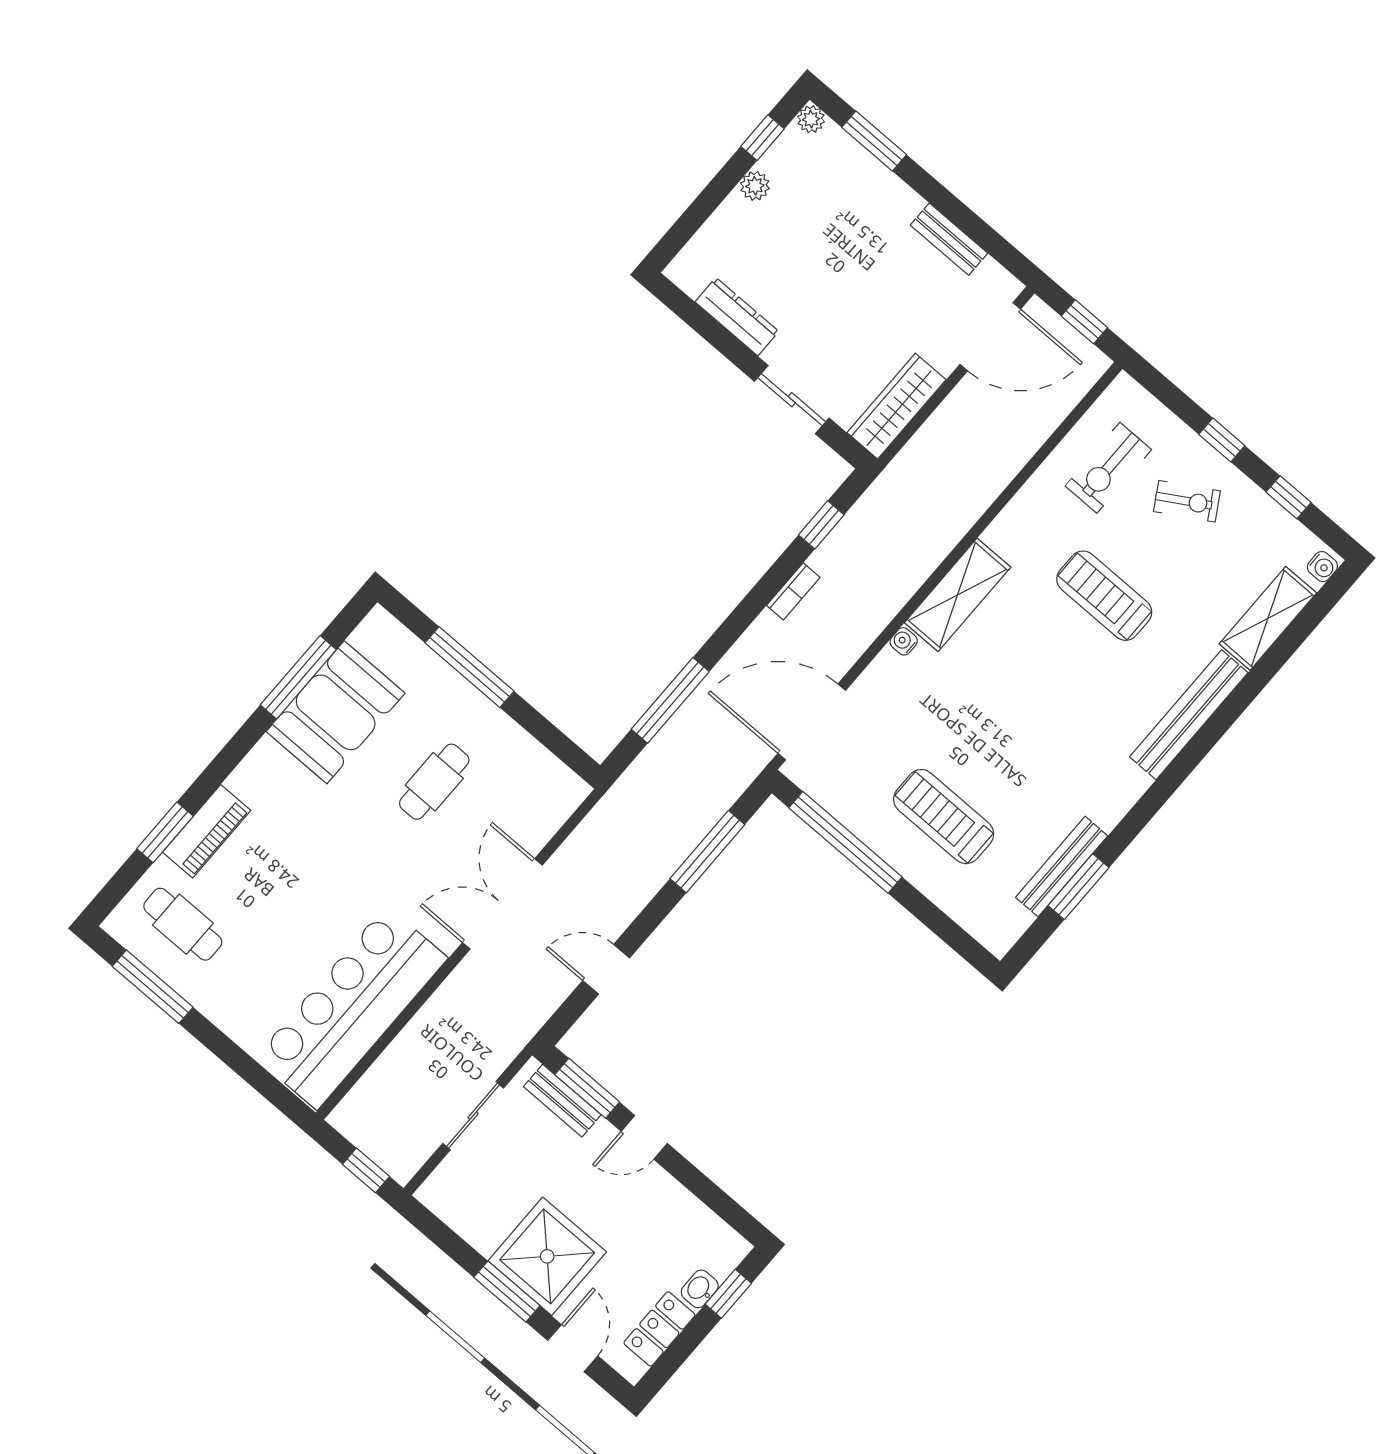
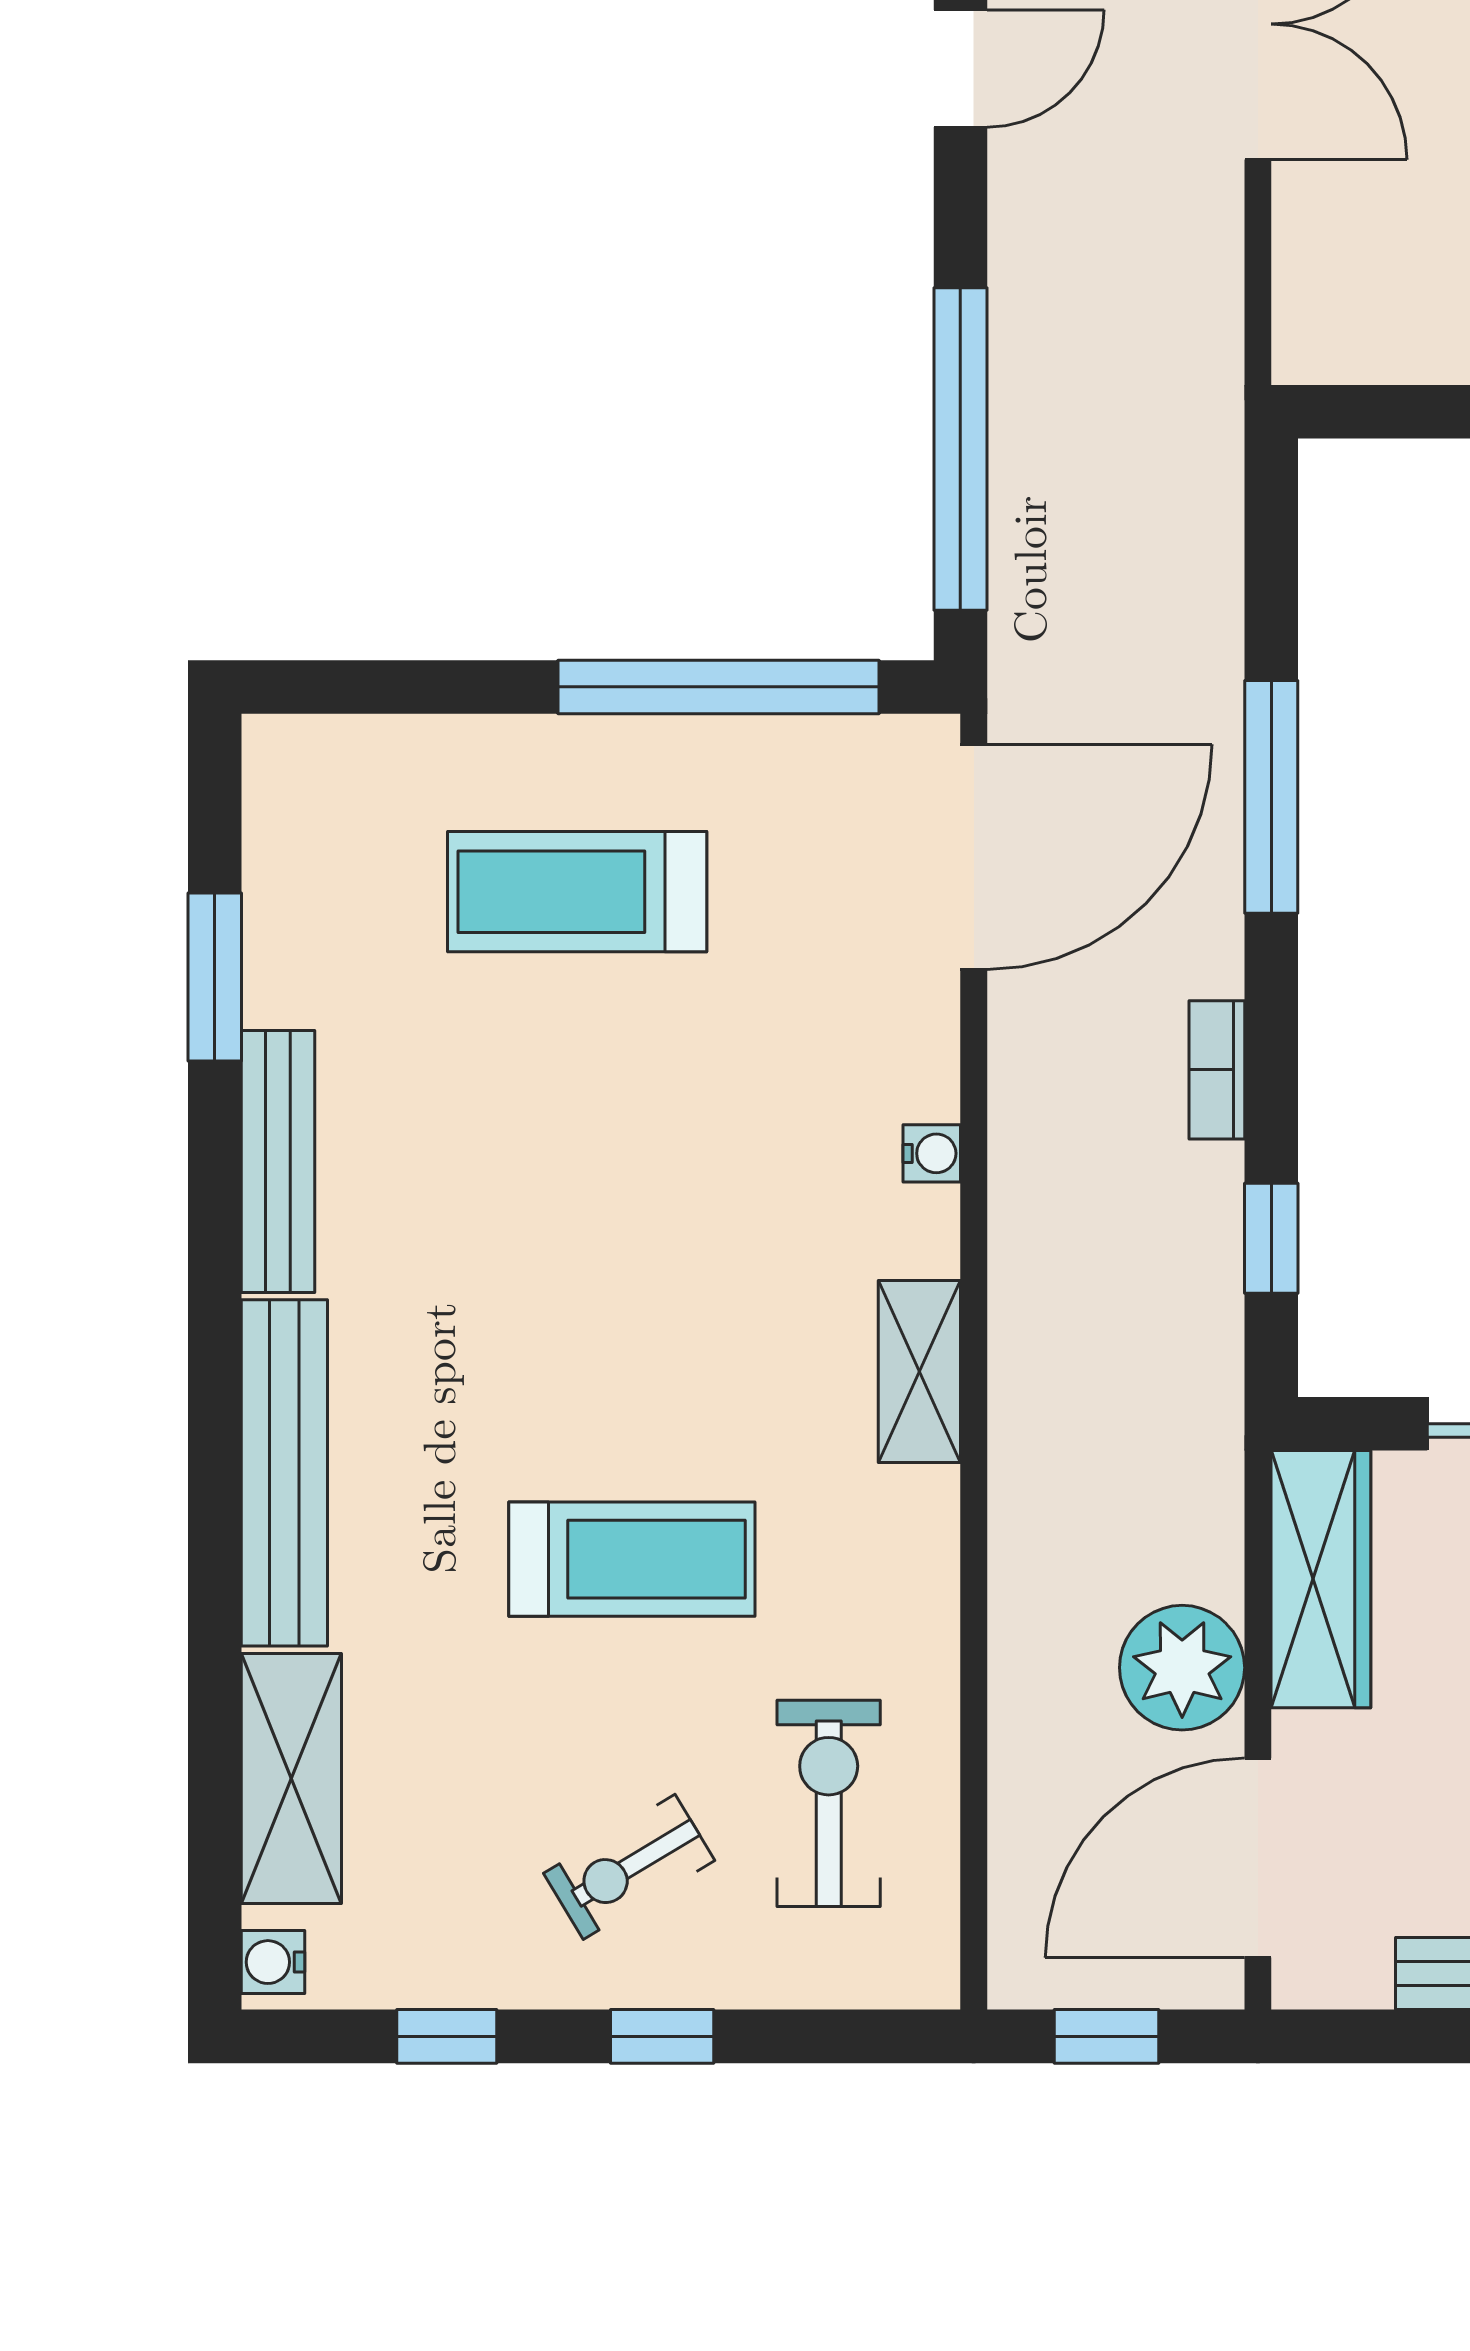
plant: (963, 416) -> (1182, 1668), added
shelving: (958, 595) -> (919, 1372), width x0.67, depth x0.75
window: (670, 700) -> (1271, 797), moved
treadmill: (944, 817) -> (577, 892), turned 180
window: (707, 852) -> (960, 449), width x1.46
bench: (1062, 867) -> (278, 1162), moved

